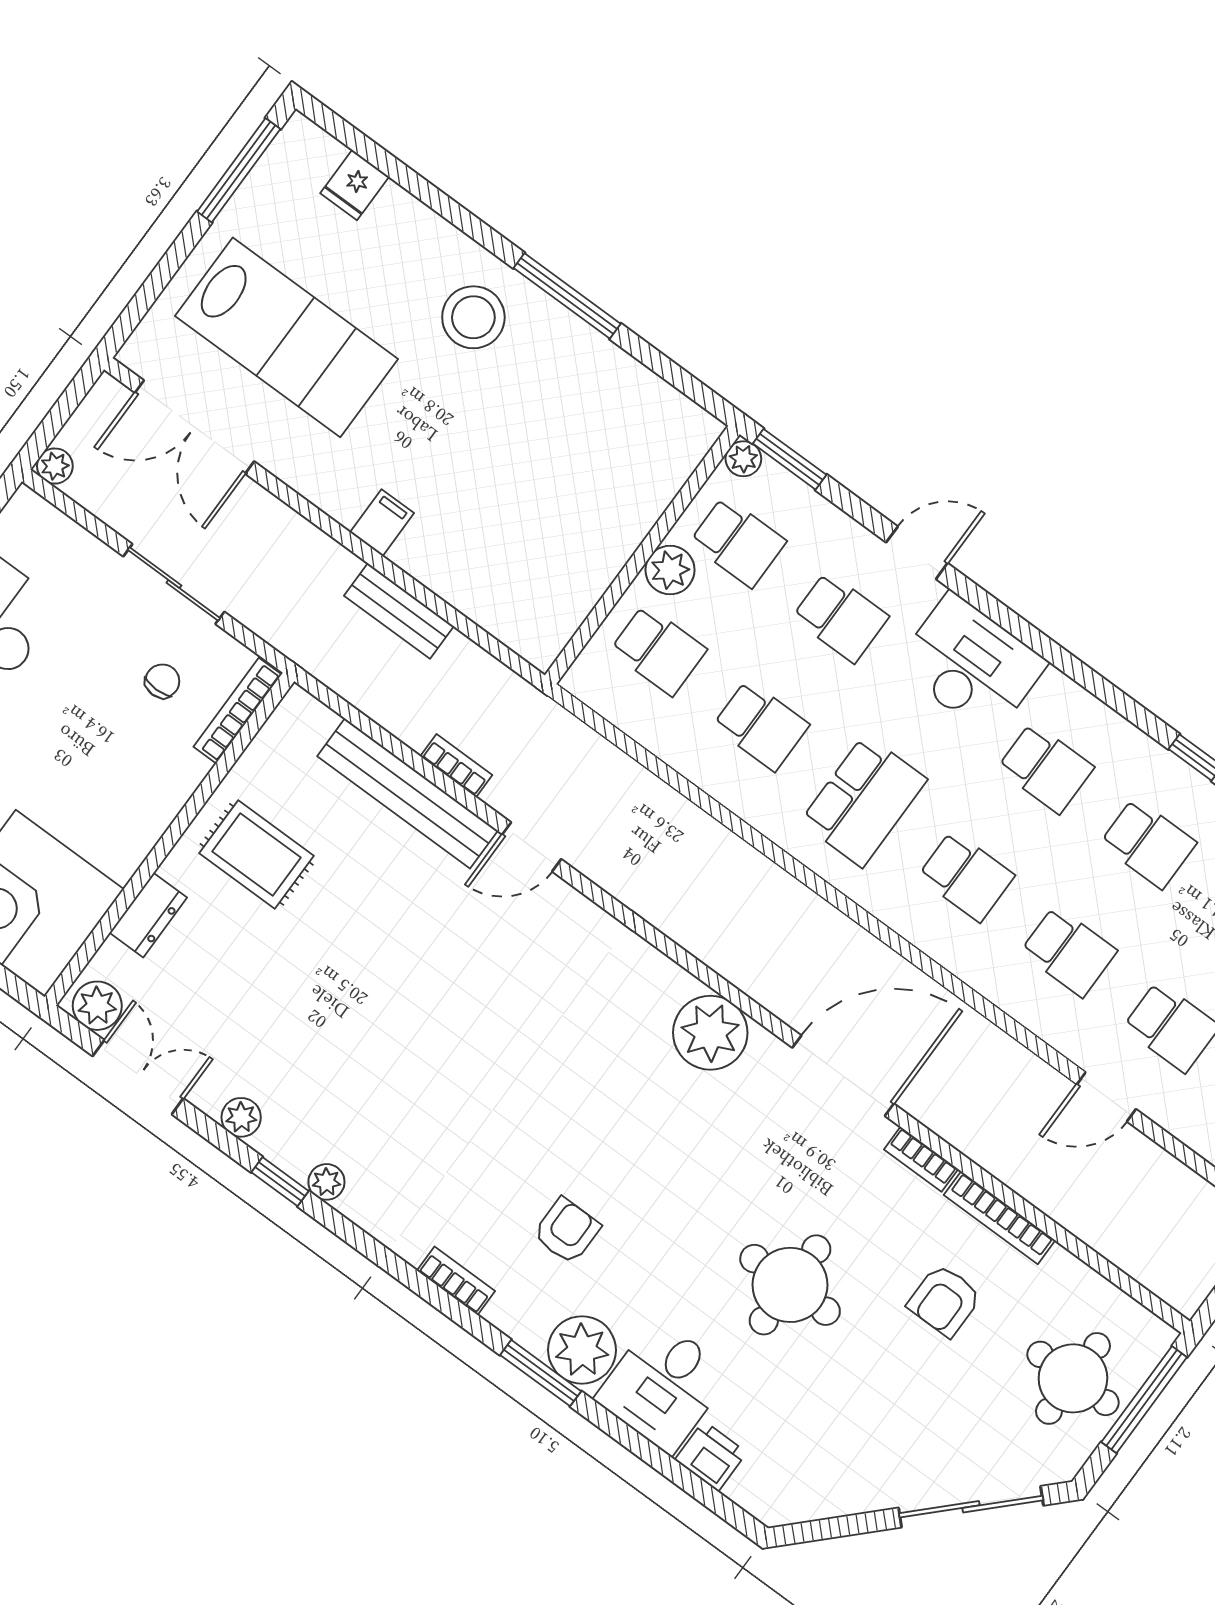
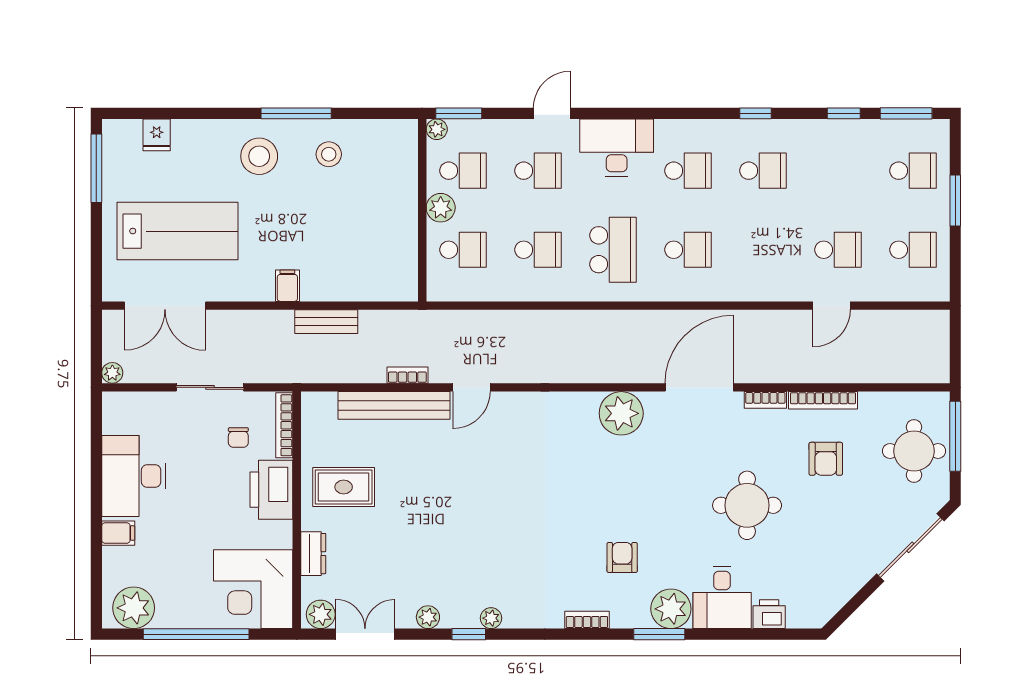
stool: (571, 384) -> (329, 154), added
chair: (162, 681) -> (238, 438), turned 180
printer: (155, 786) -> (271, 490), added
school desk: (1069, 951) -> (763, 250), removed

